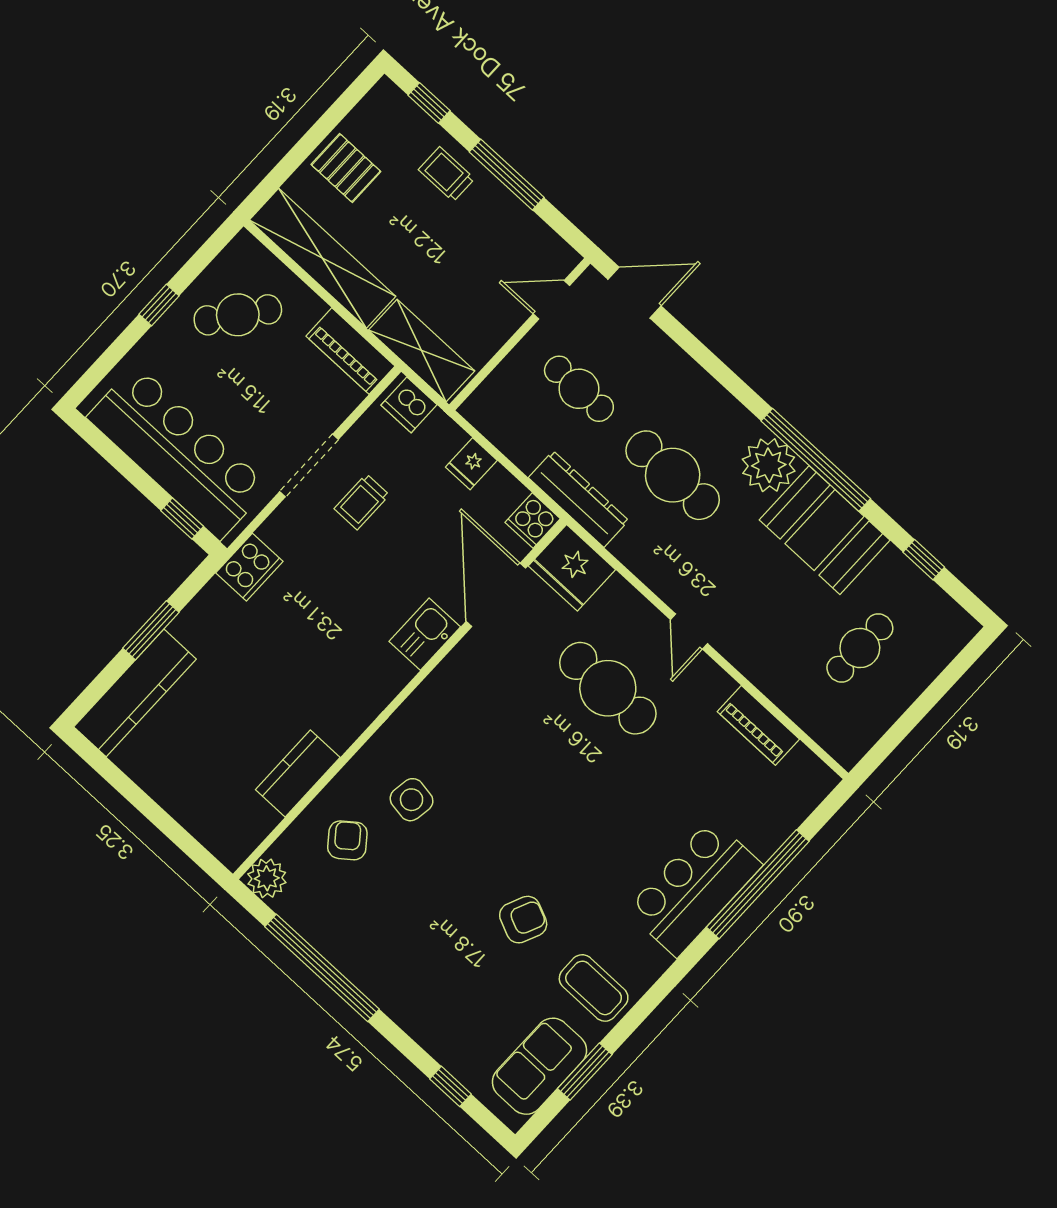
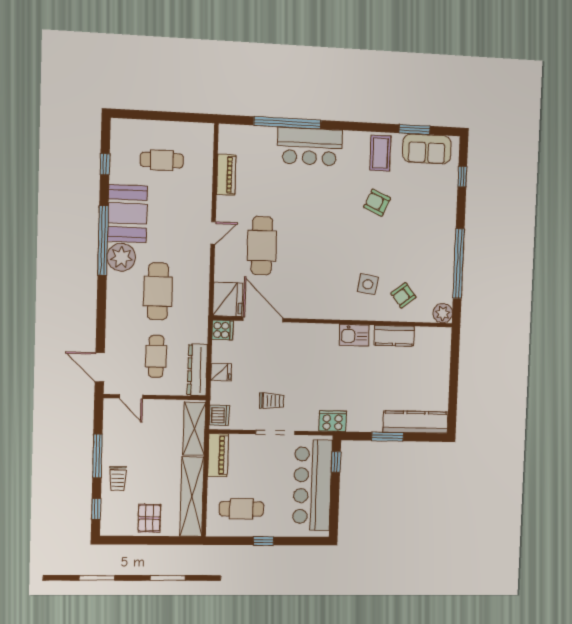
cafe table: (238, 315) -> (241, 509), turned -37
dresser: (579, 499) -> (197, 370), moved
door: (496, 595) -> (263, 319), swing flipped
kitchen sink: (425, 634) -> (354, 335), moved

